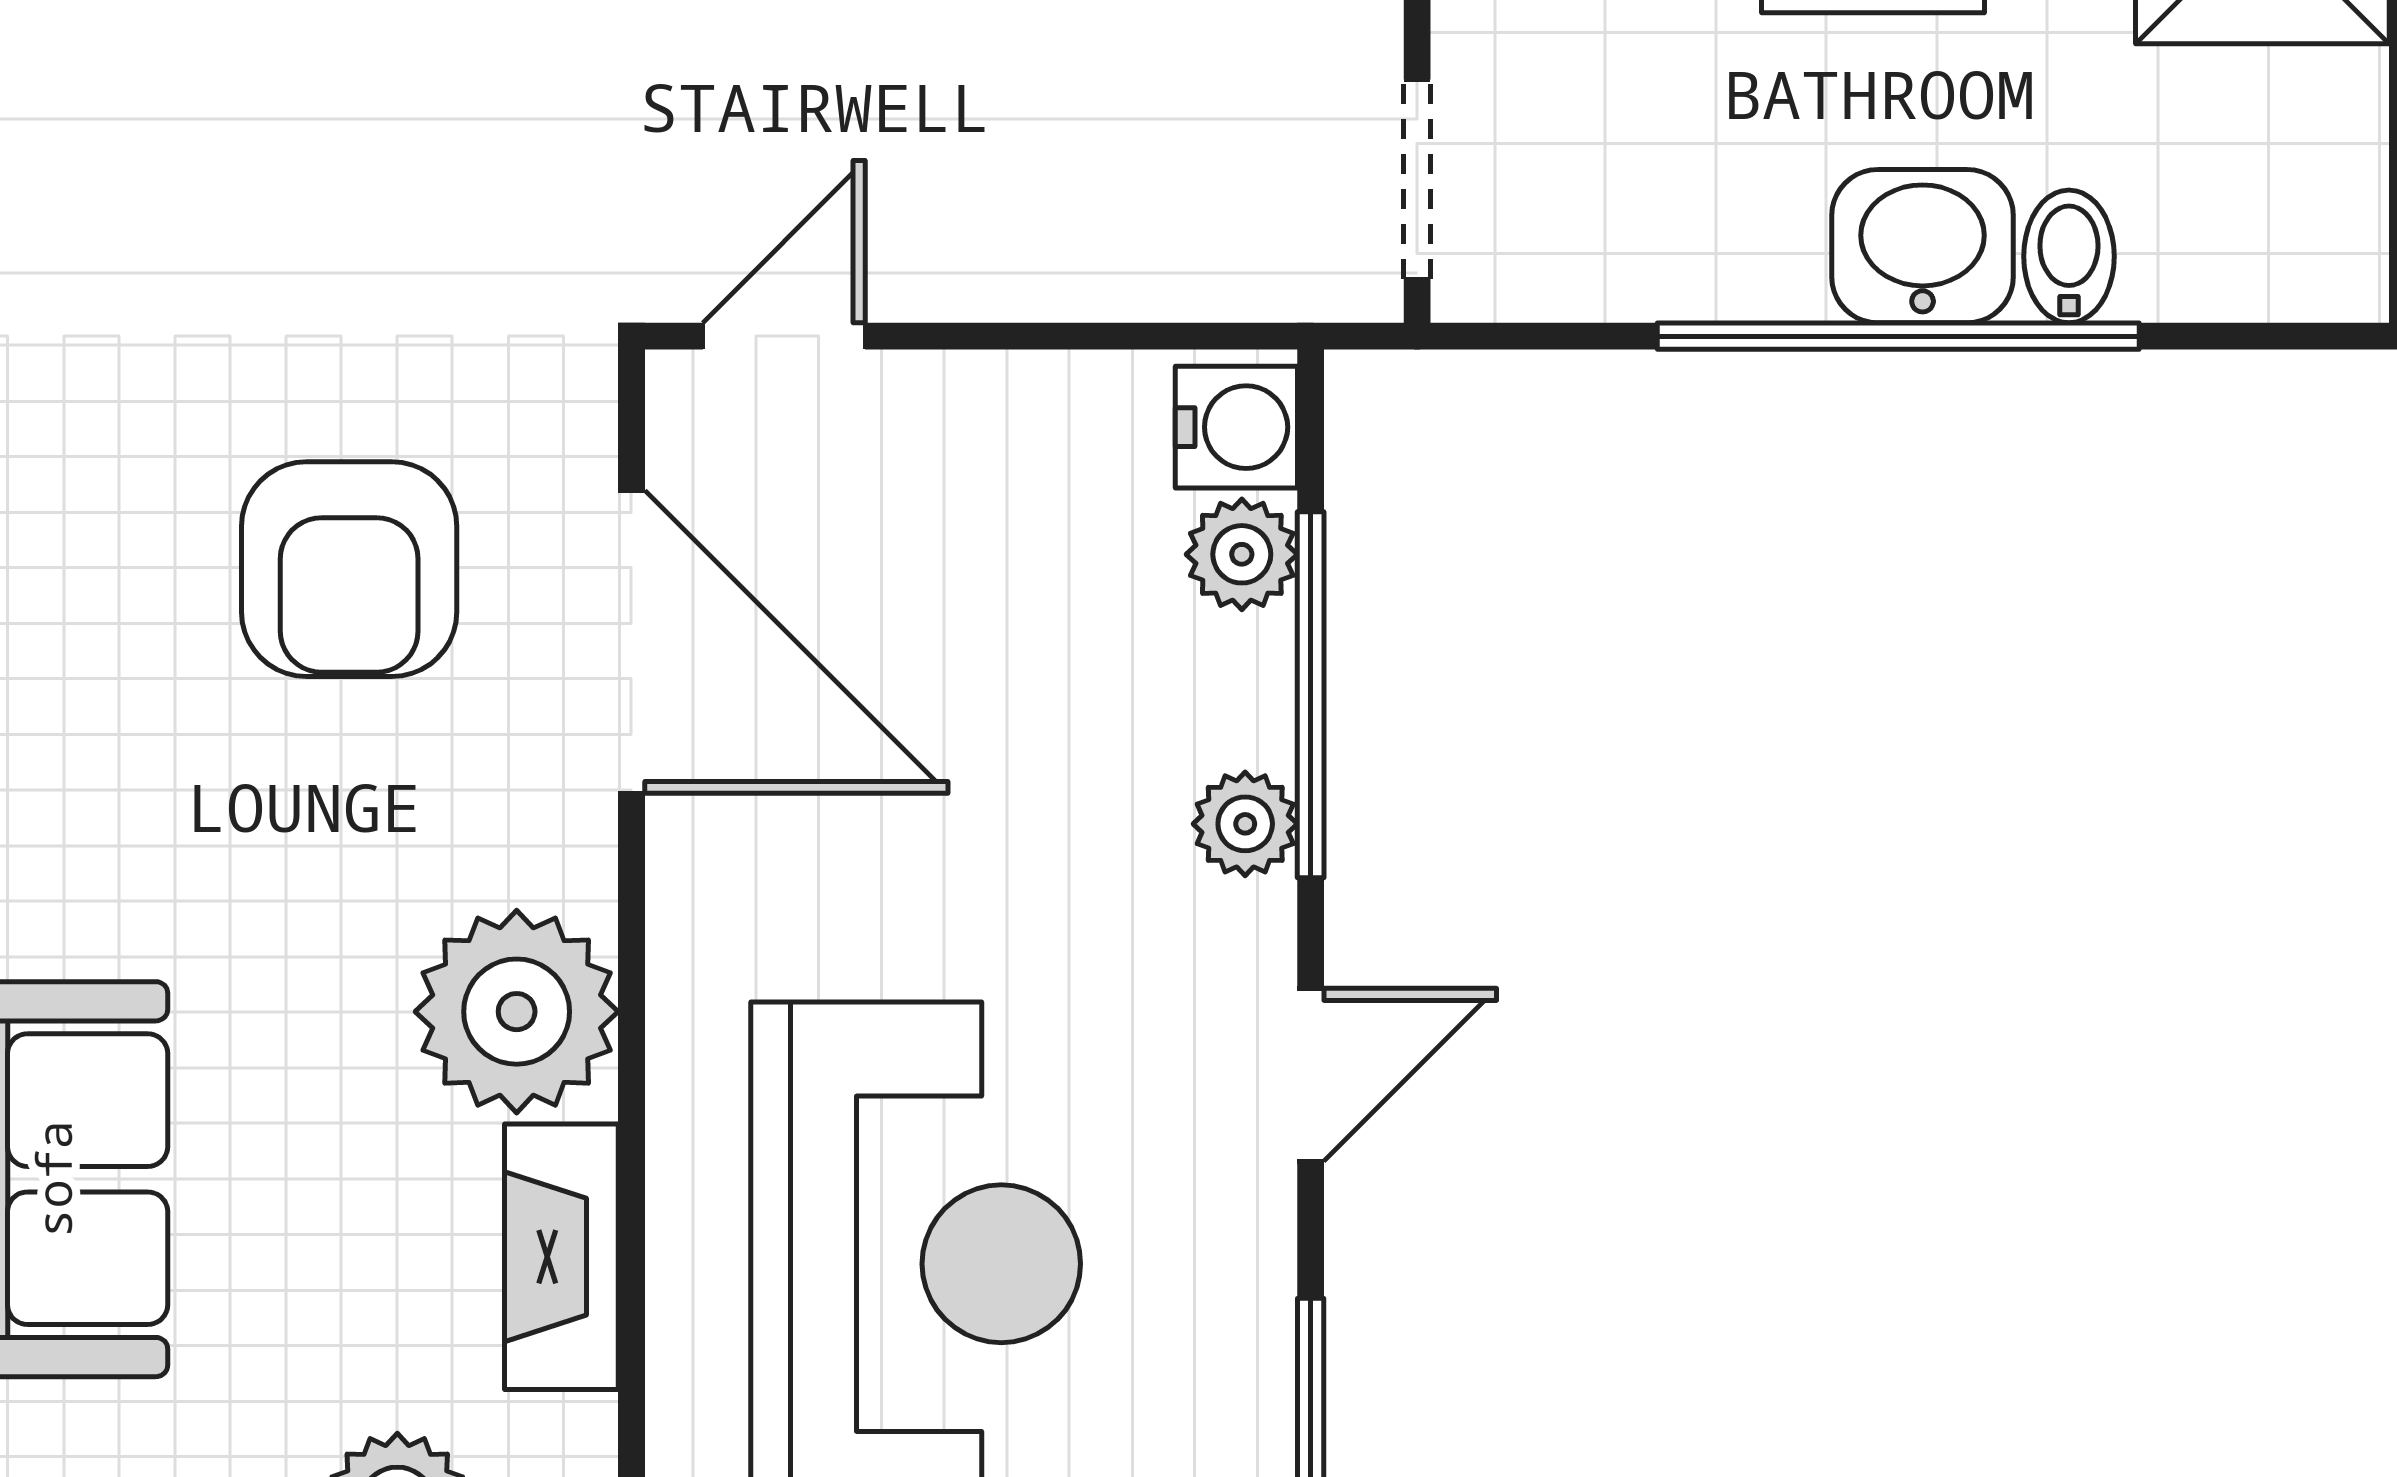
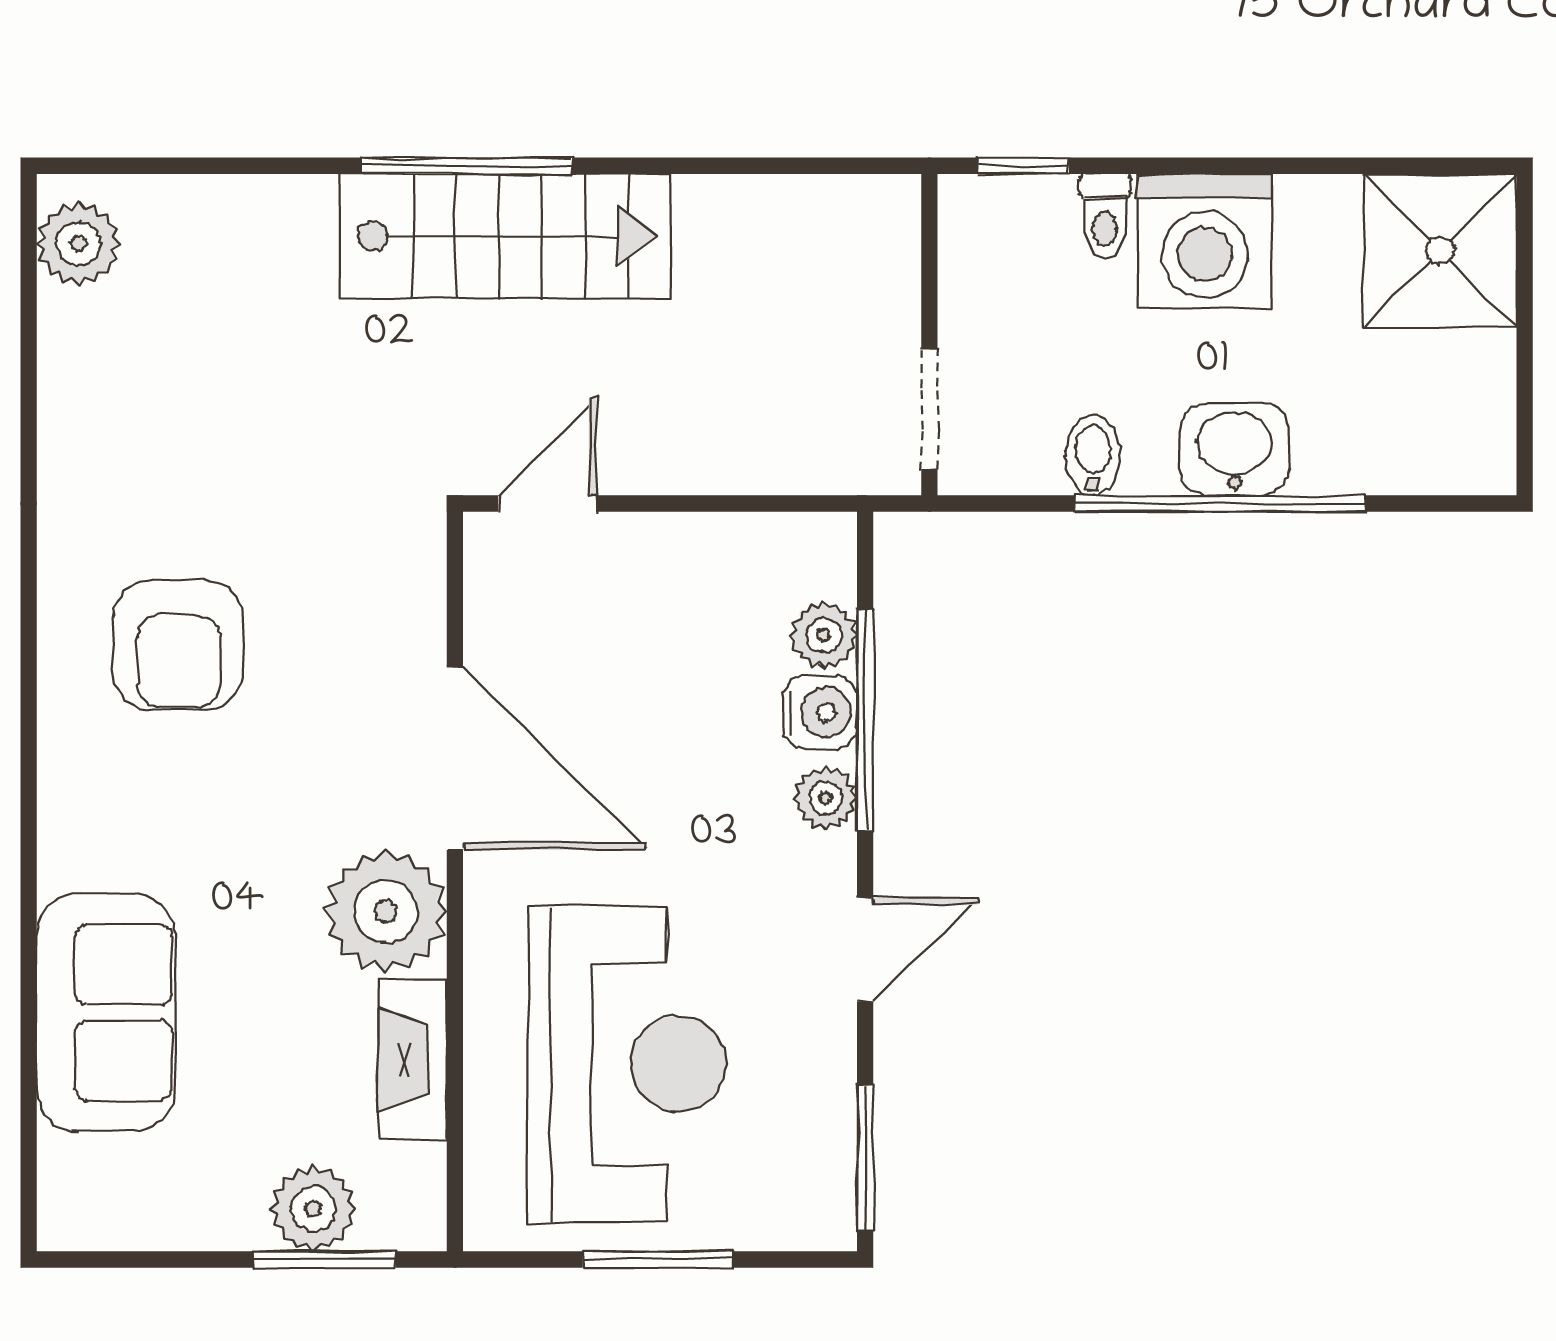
bidet: (2069, 256) -> (1093, 455), moved
water cooler: (1236, 427) -> (820, 712), moved
armchair: (349, 569) -> (178, 645), moved
door: (631, 642) -> (455, 758), moved

